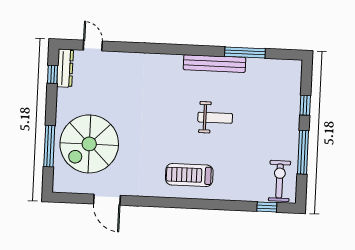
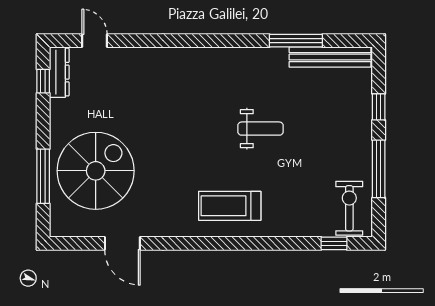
bench: (214, 64) -> (330, 57), moved
spiral stairs: (89, 144) -> (96, 171), turned 180

